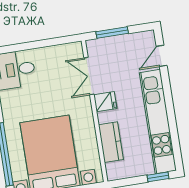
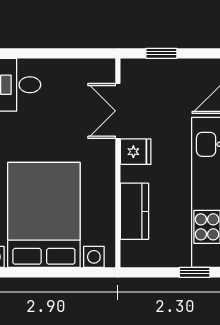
window: (112, 33) -> (161, 53), width x0.67

